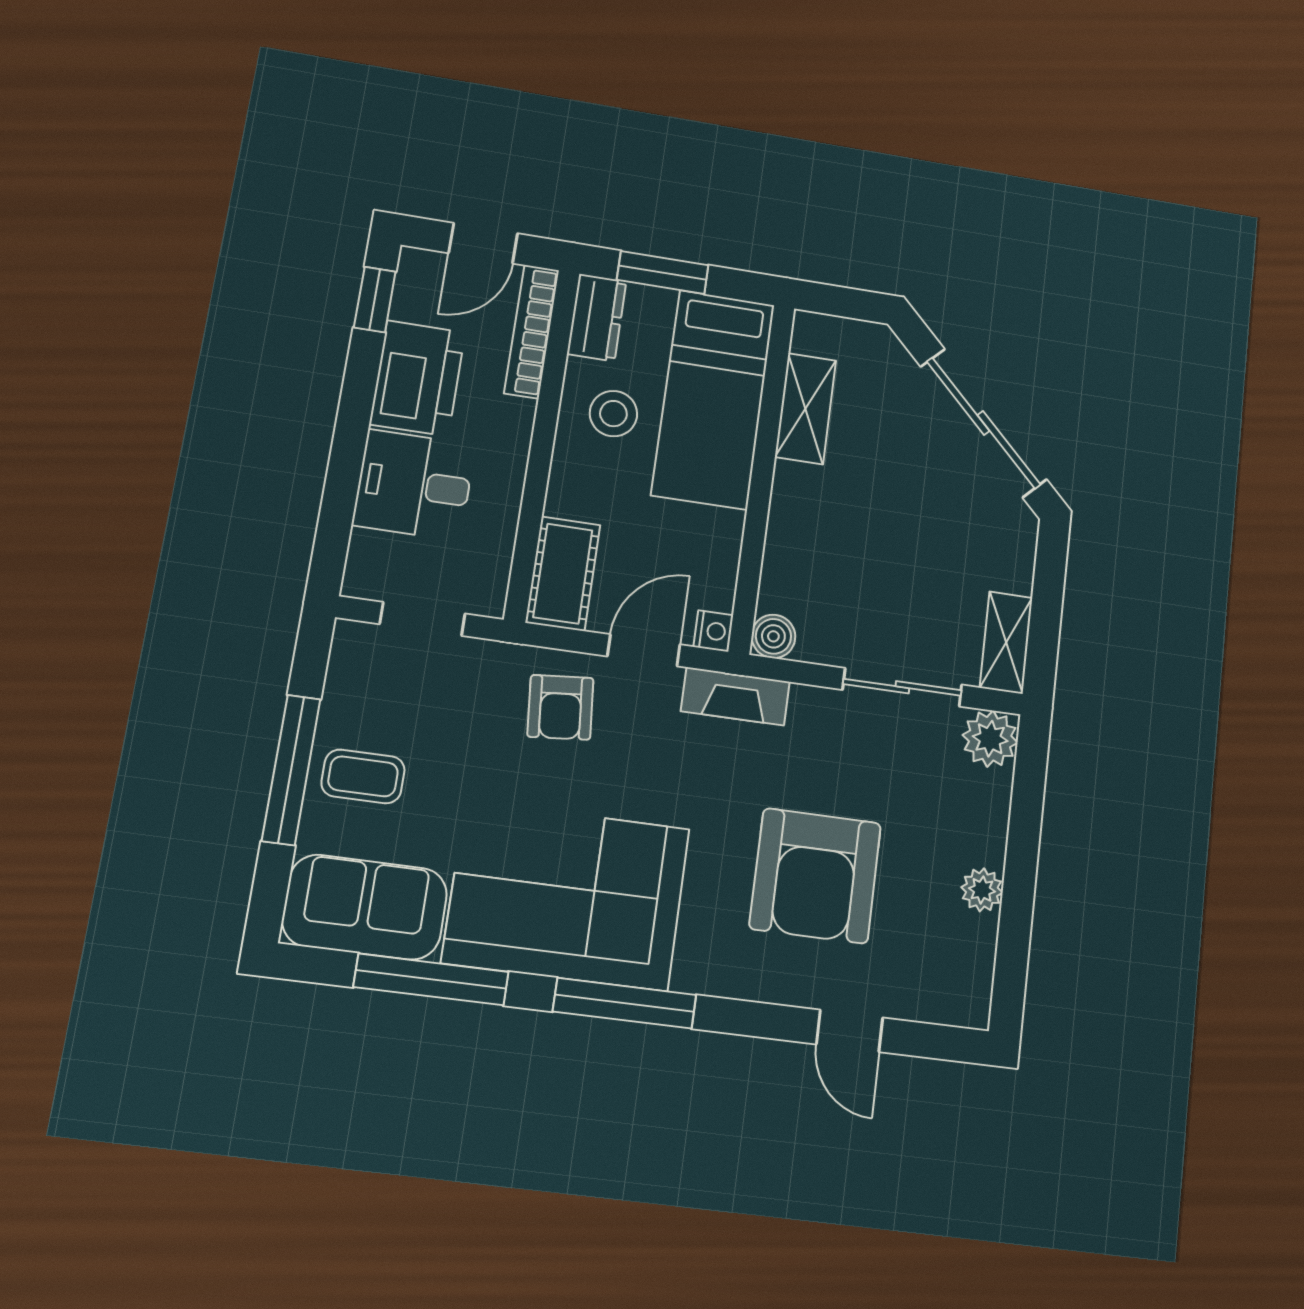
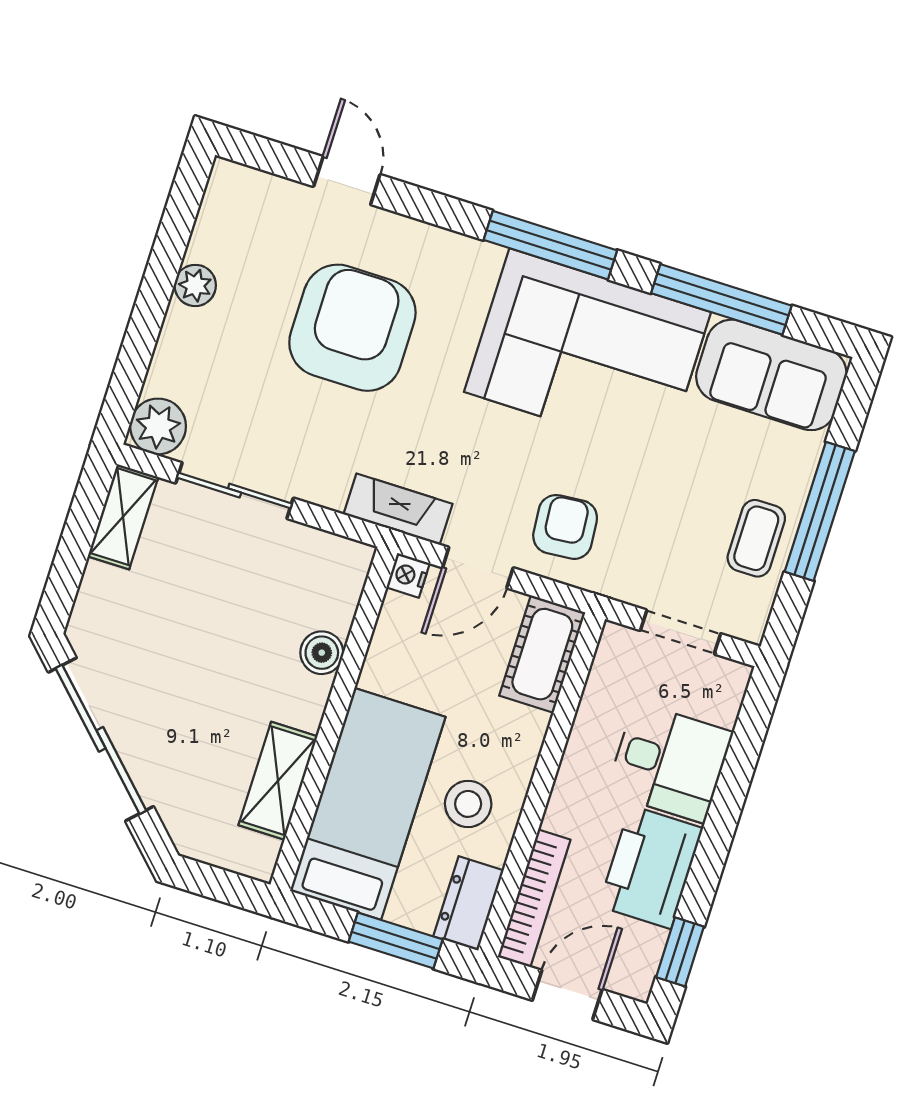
boiler: (773, 636) -> (322, 653), moved
coffee table: (363, 776) -> (756, 538), moved, turned 90

